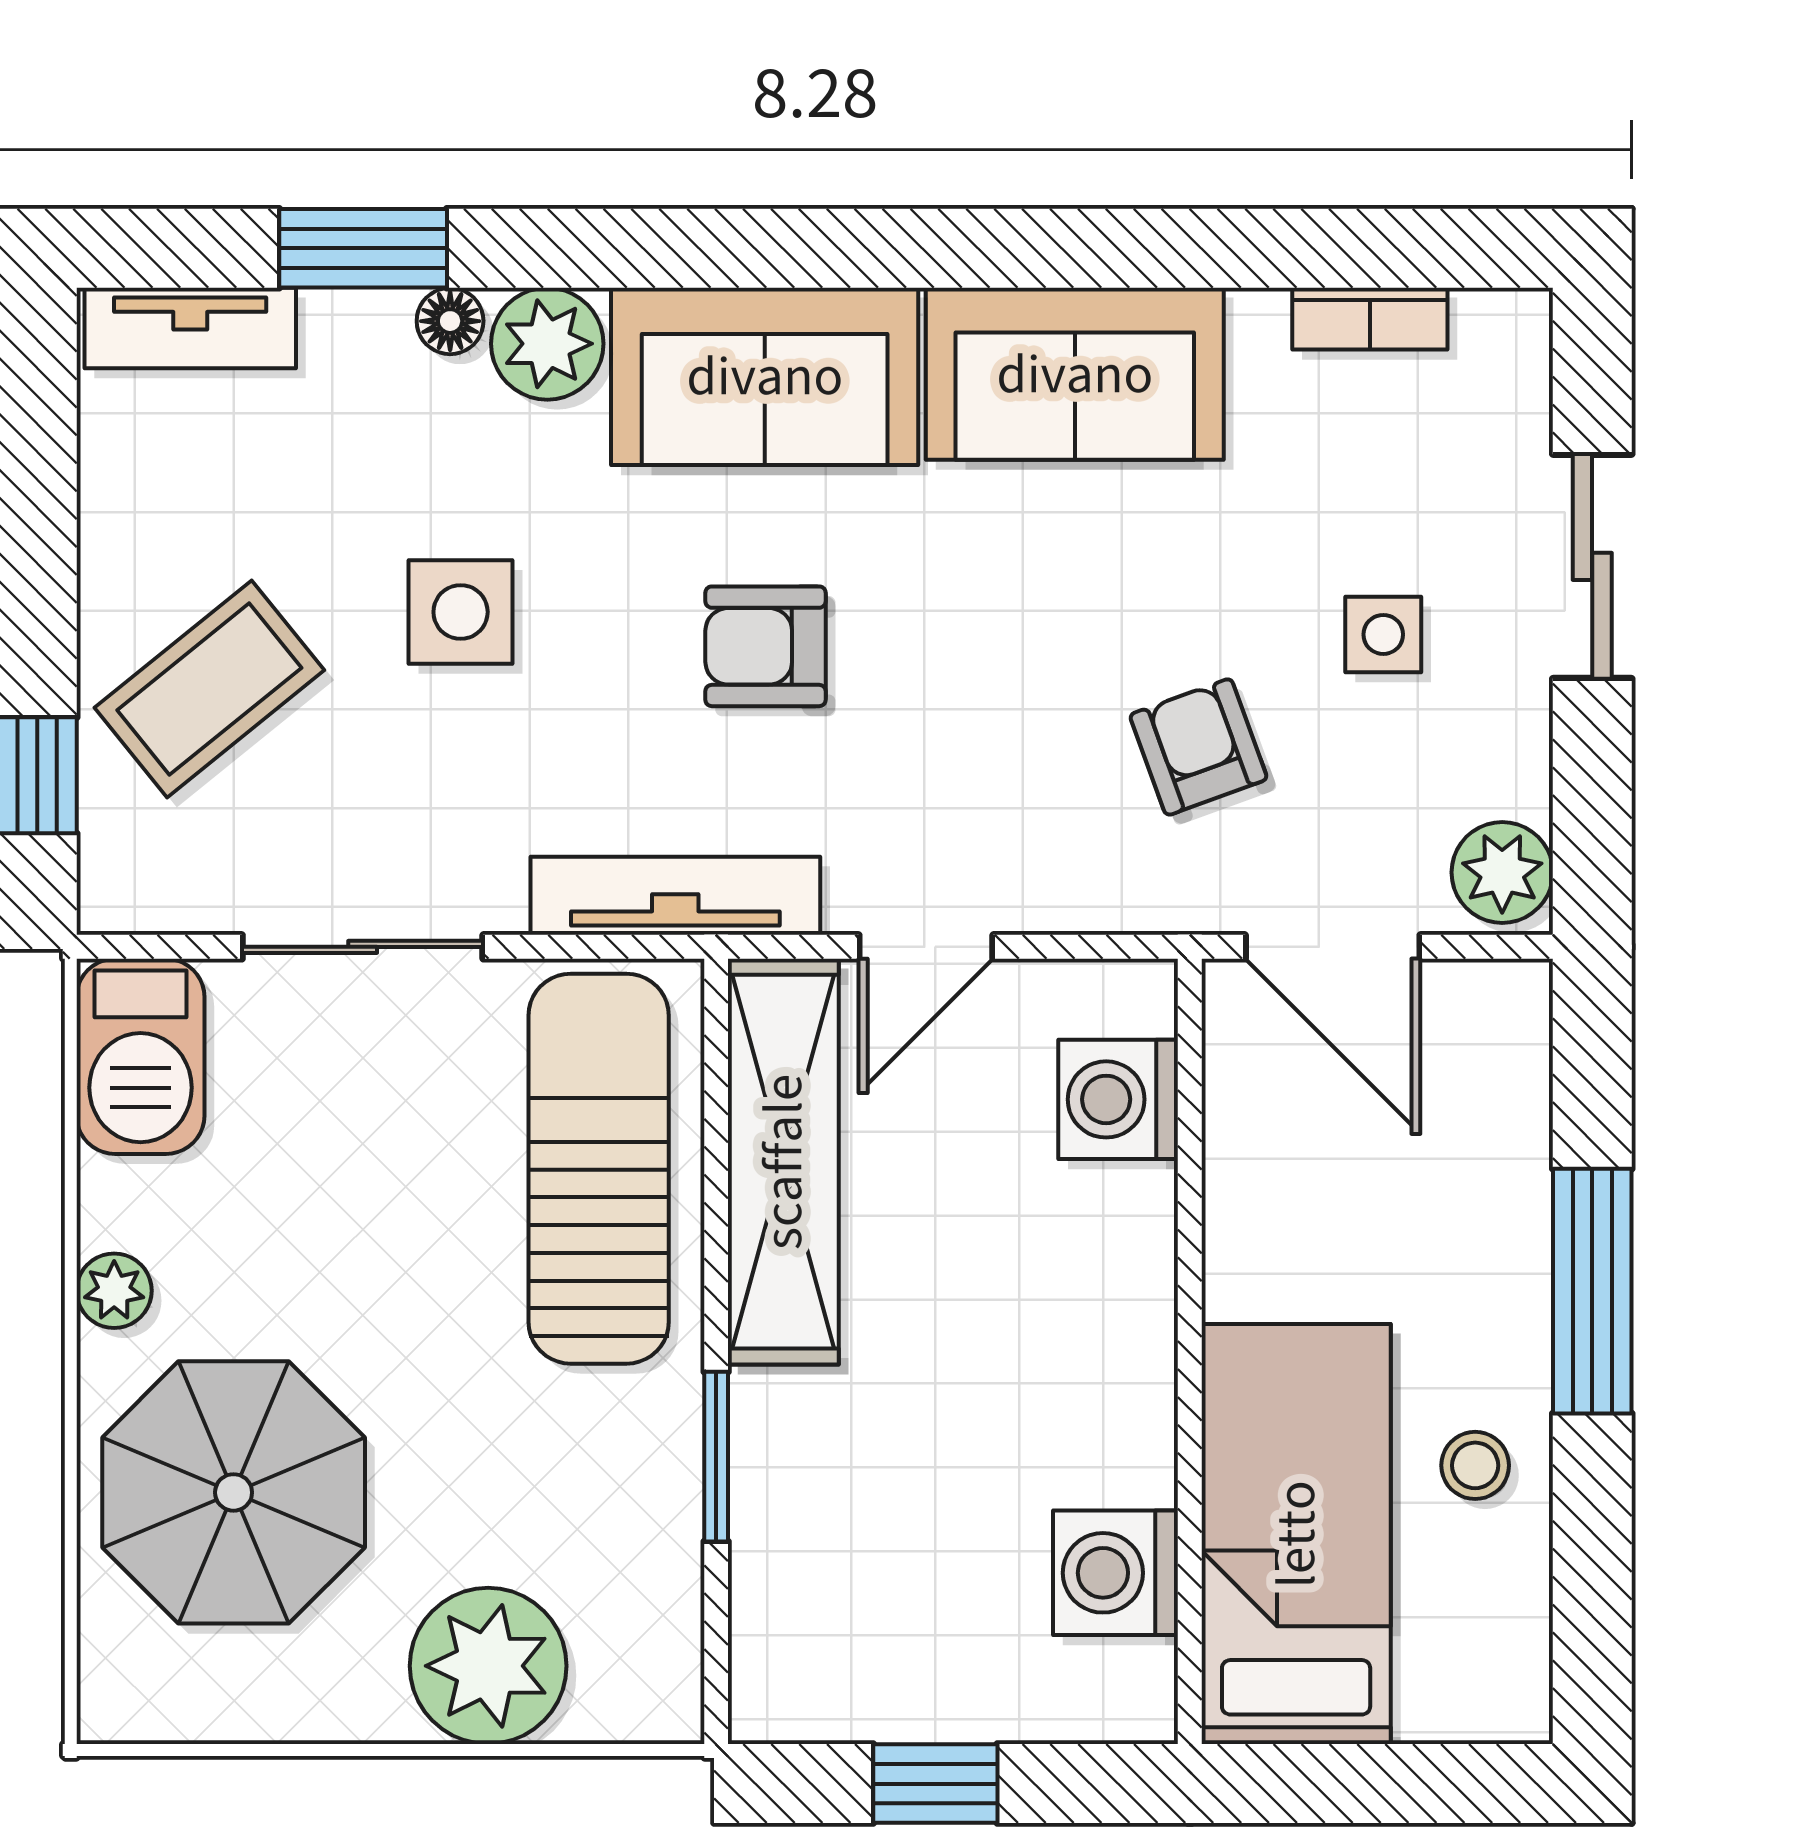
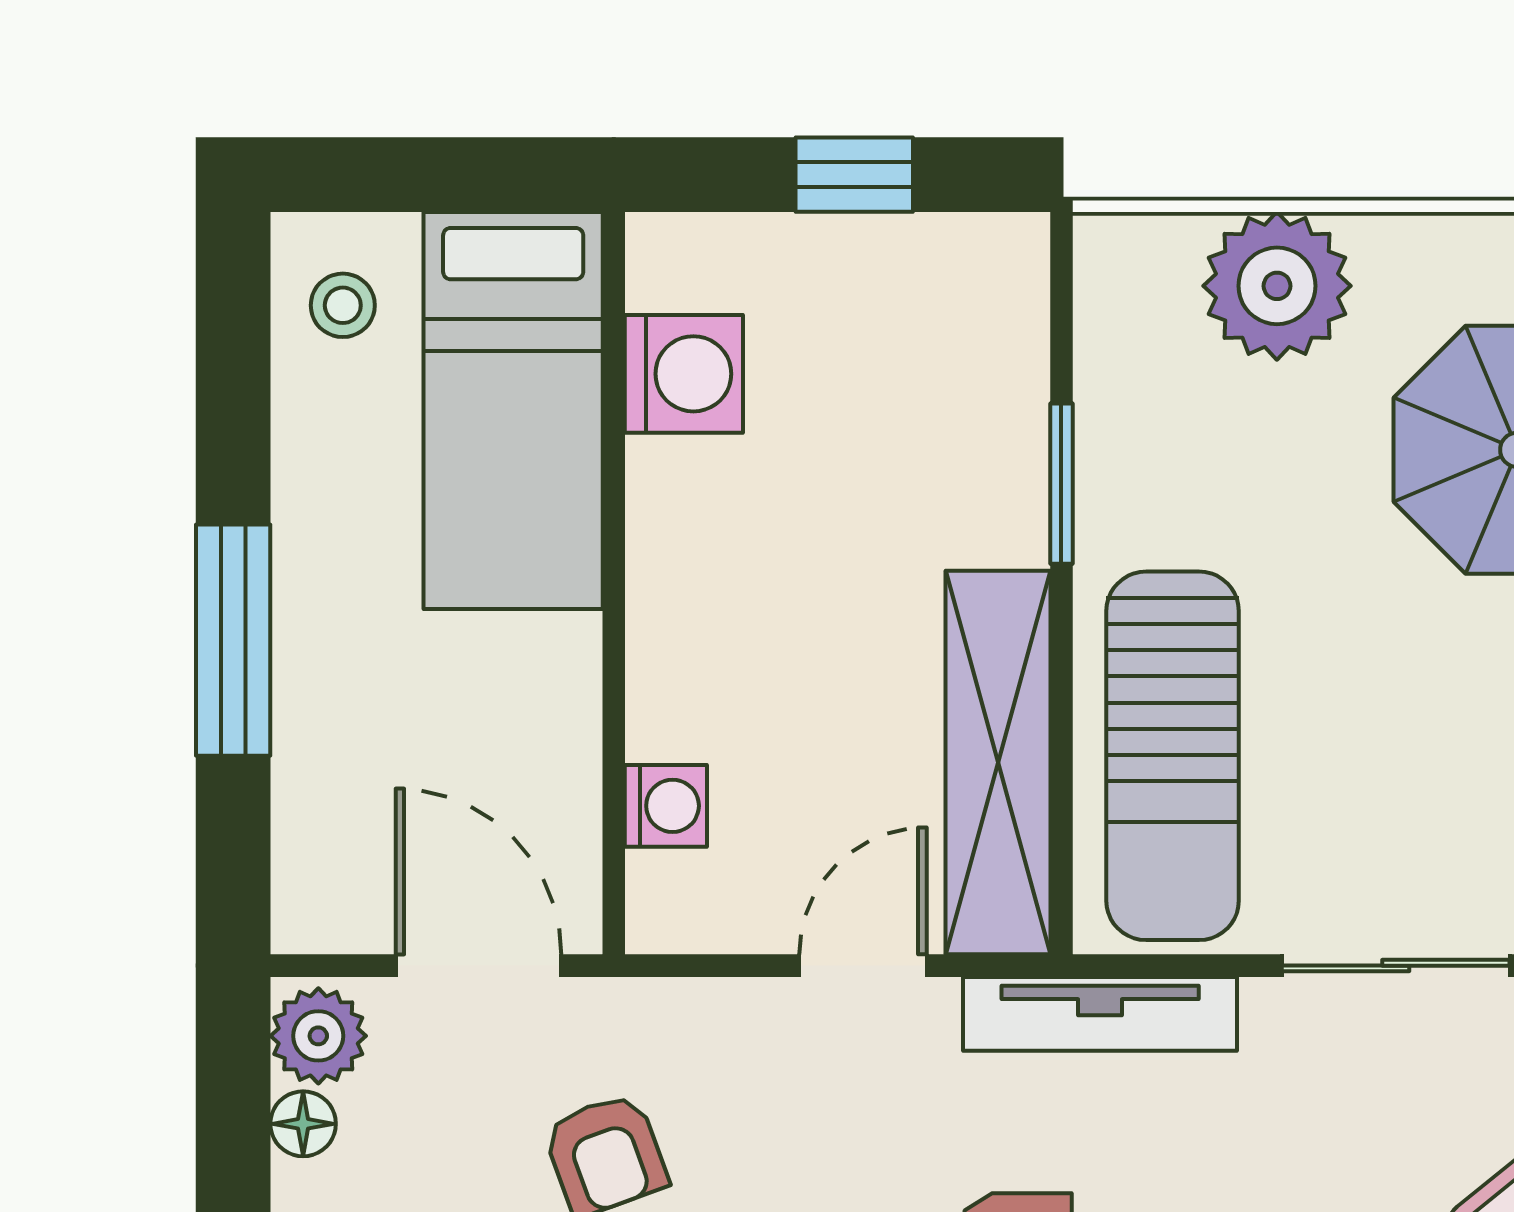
floor lamp: (1518, 780) -> (303, 1124), added
washing machine: (1118, 1099) -> (666, 806), width x0.73, depth x0.73
stool: (1475, 1465) -> (343, 305), moved

